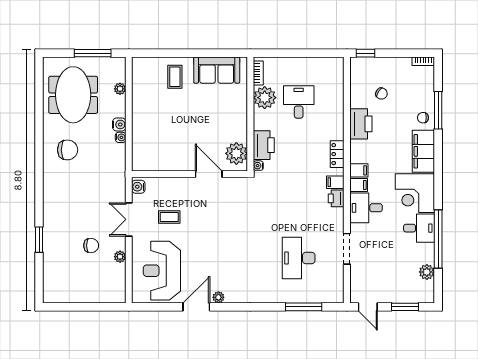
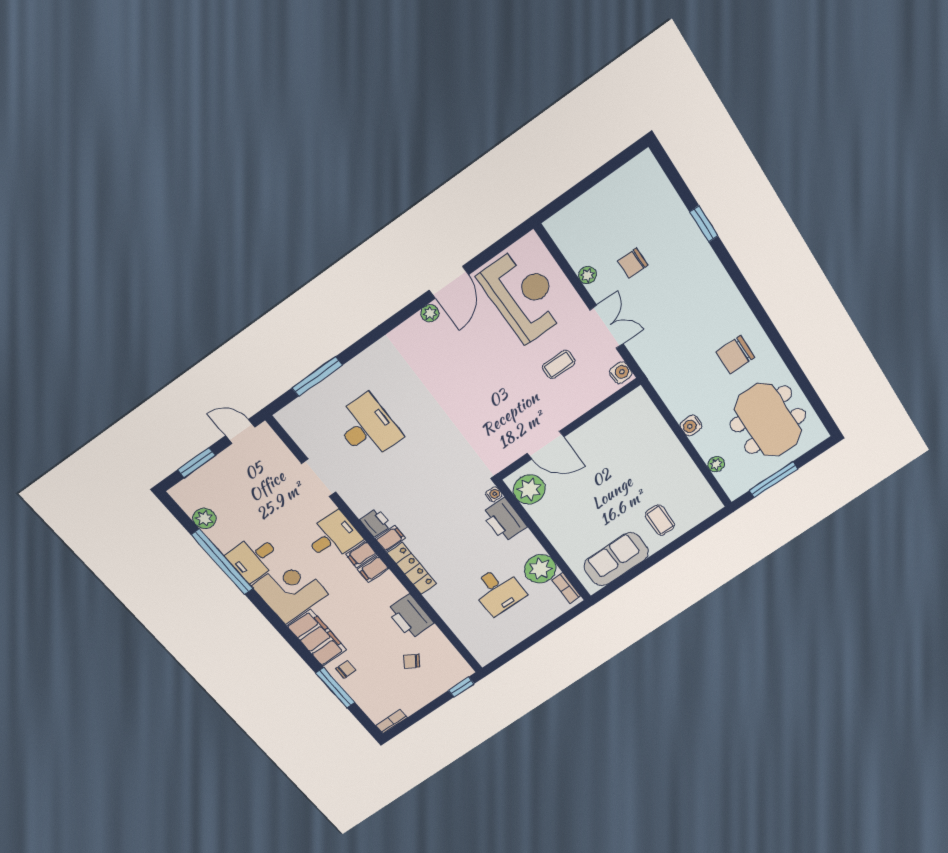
water cooler: (121, 137) -> (680, 413), removed
locker: (337, 154) -> (412, 569), width x1.53

